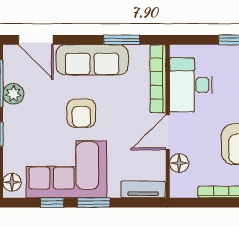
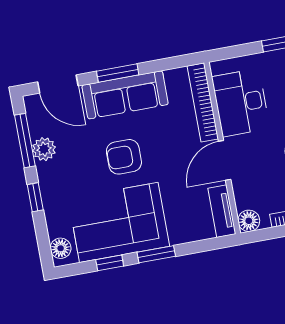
window: (122, 40) -> (118, 73), moved
armchair: (81, 113) -> (124, 157), turned 90
floor lamp: (179, 163) -> (249, 221), moved
tv unit: (143, 189) -> (222, 211), moved, turned -90

